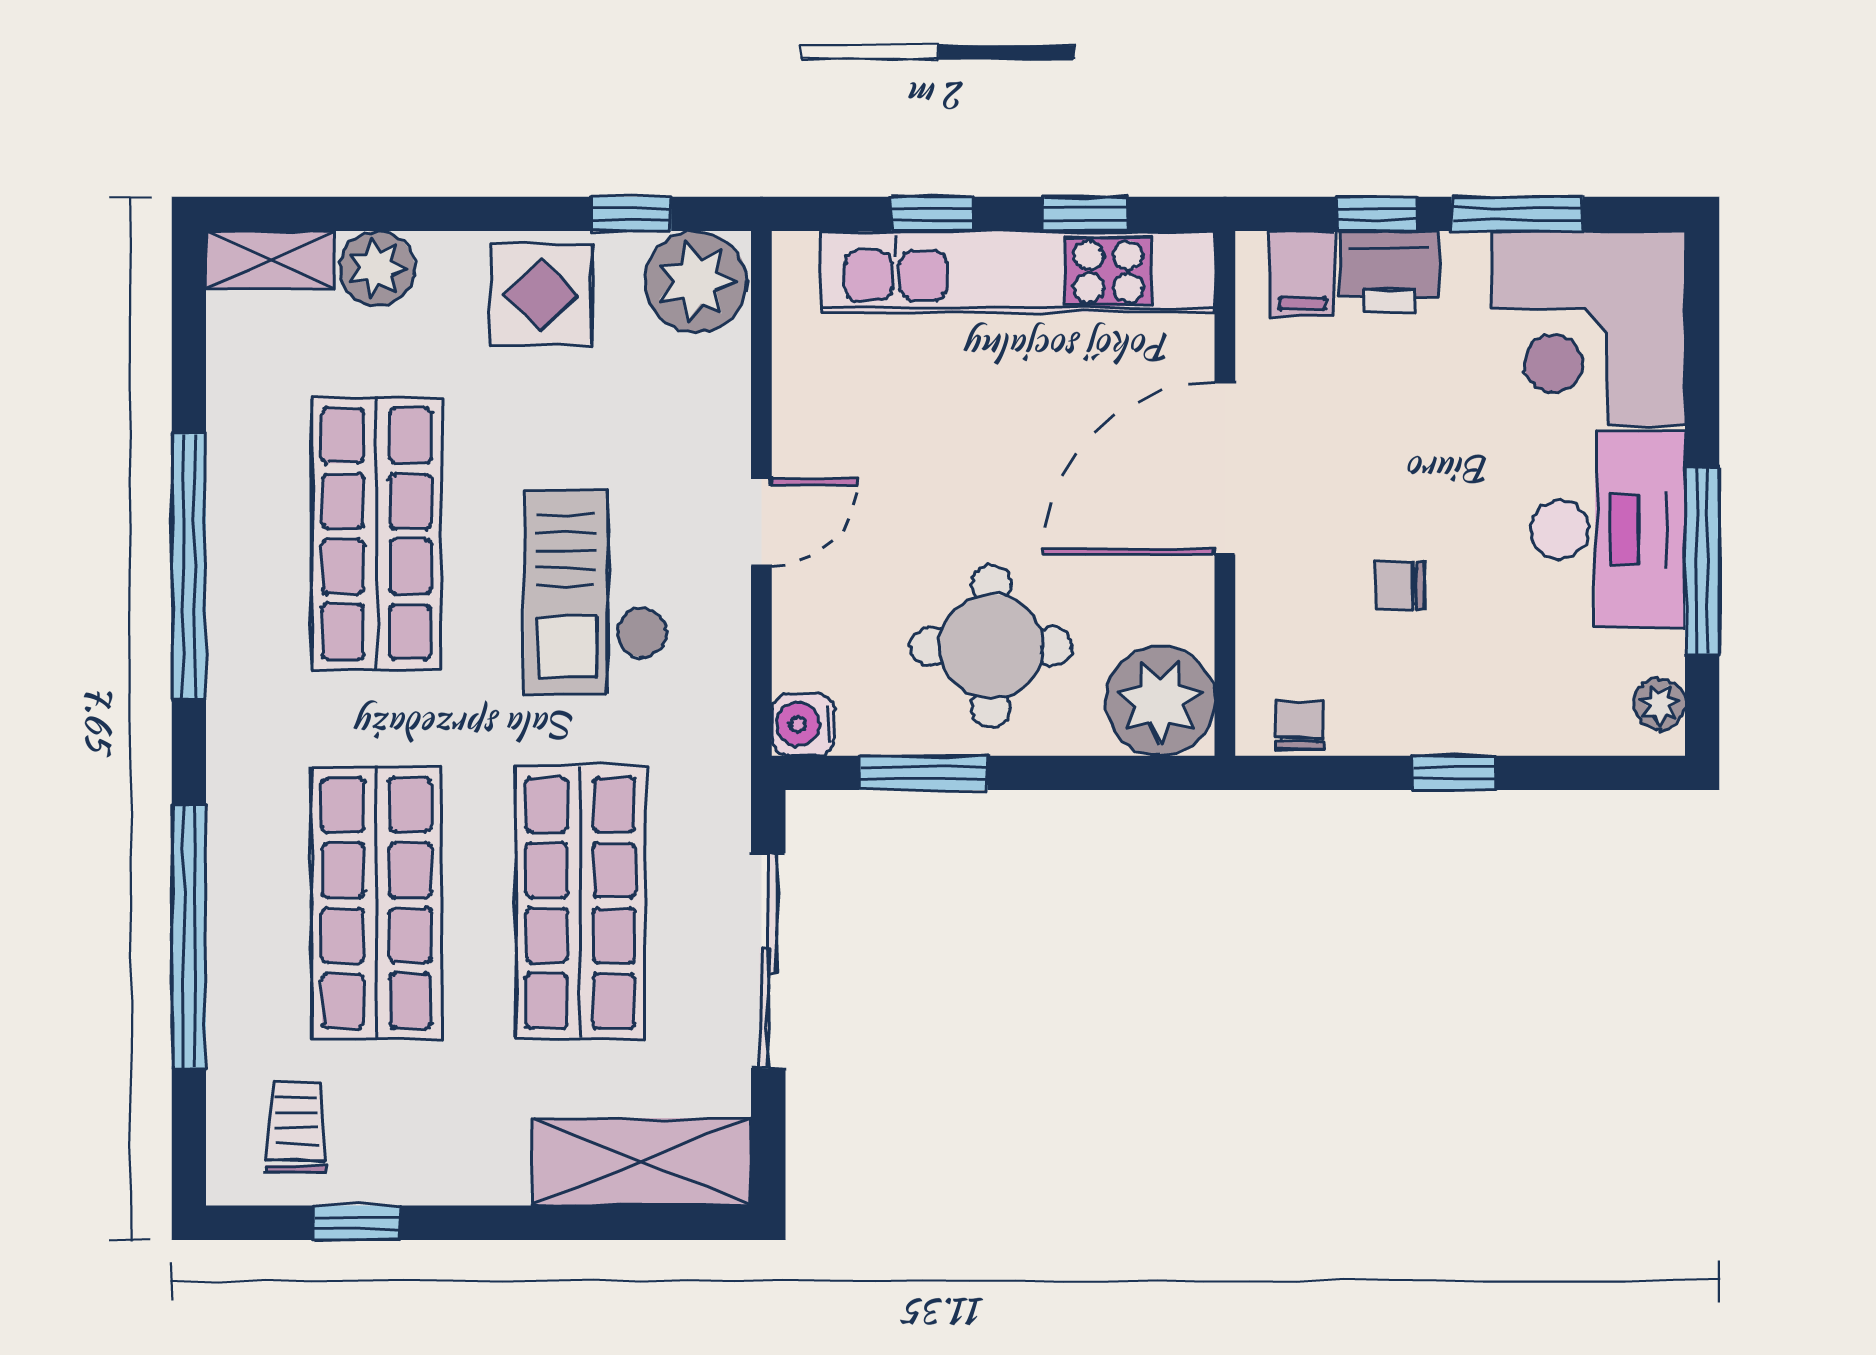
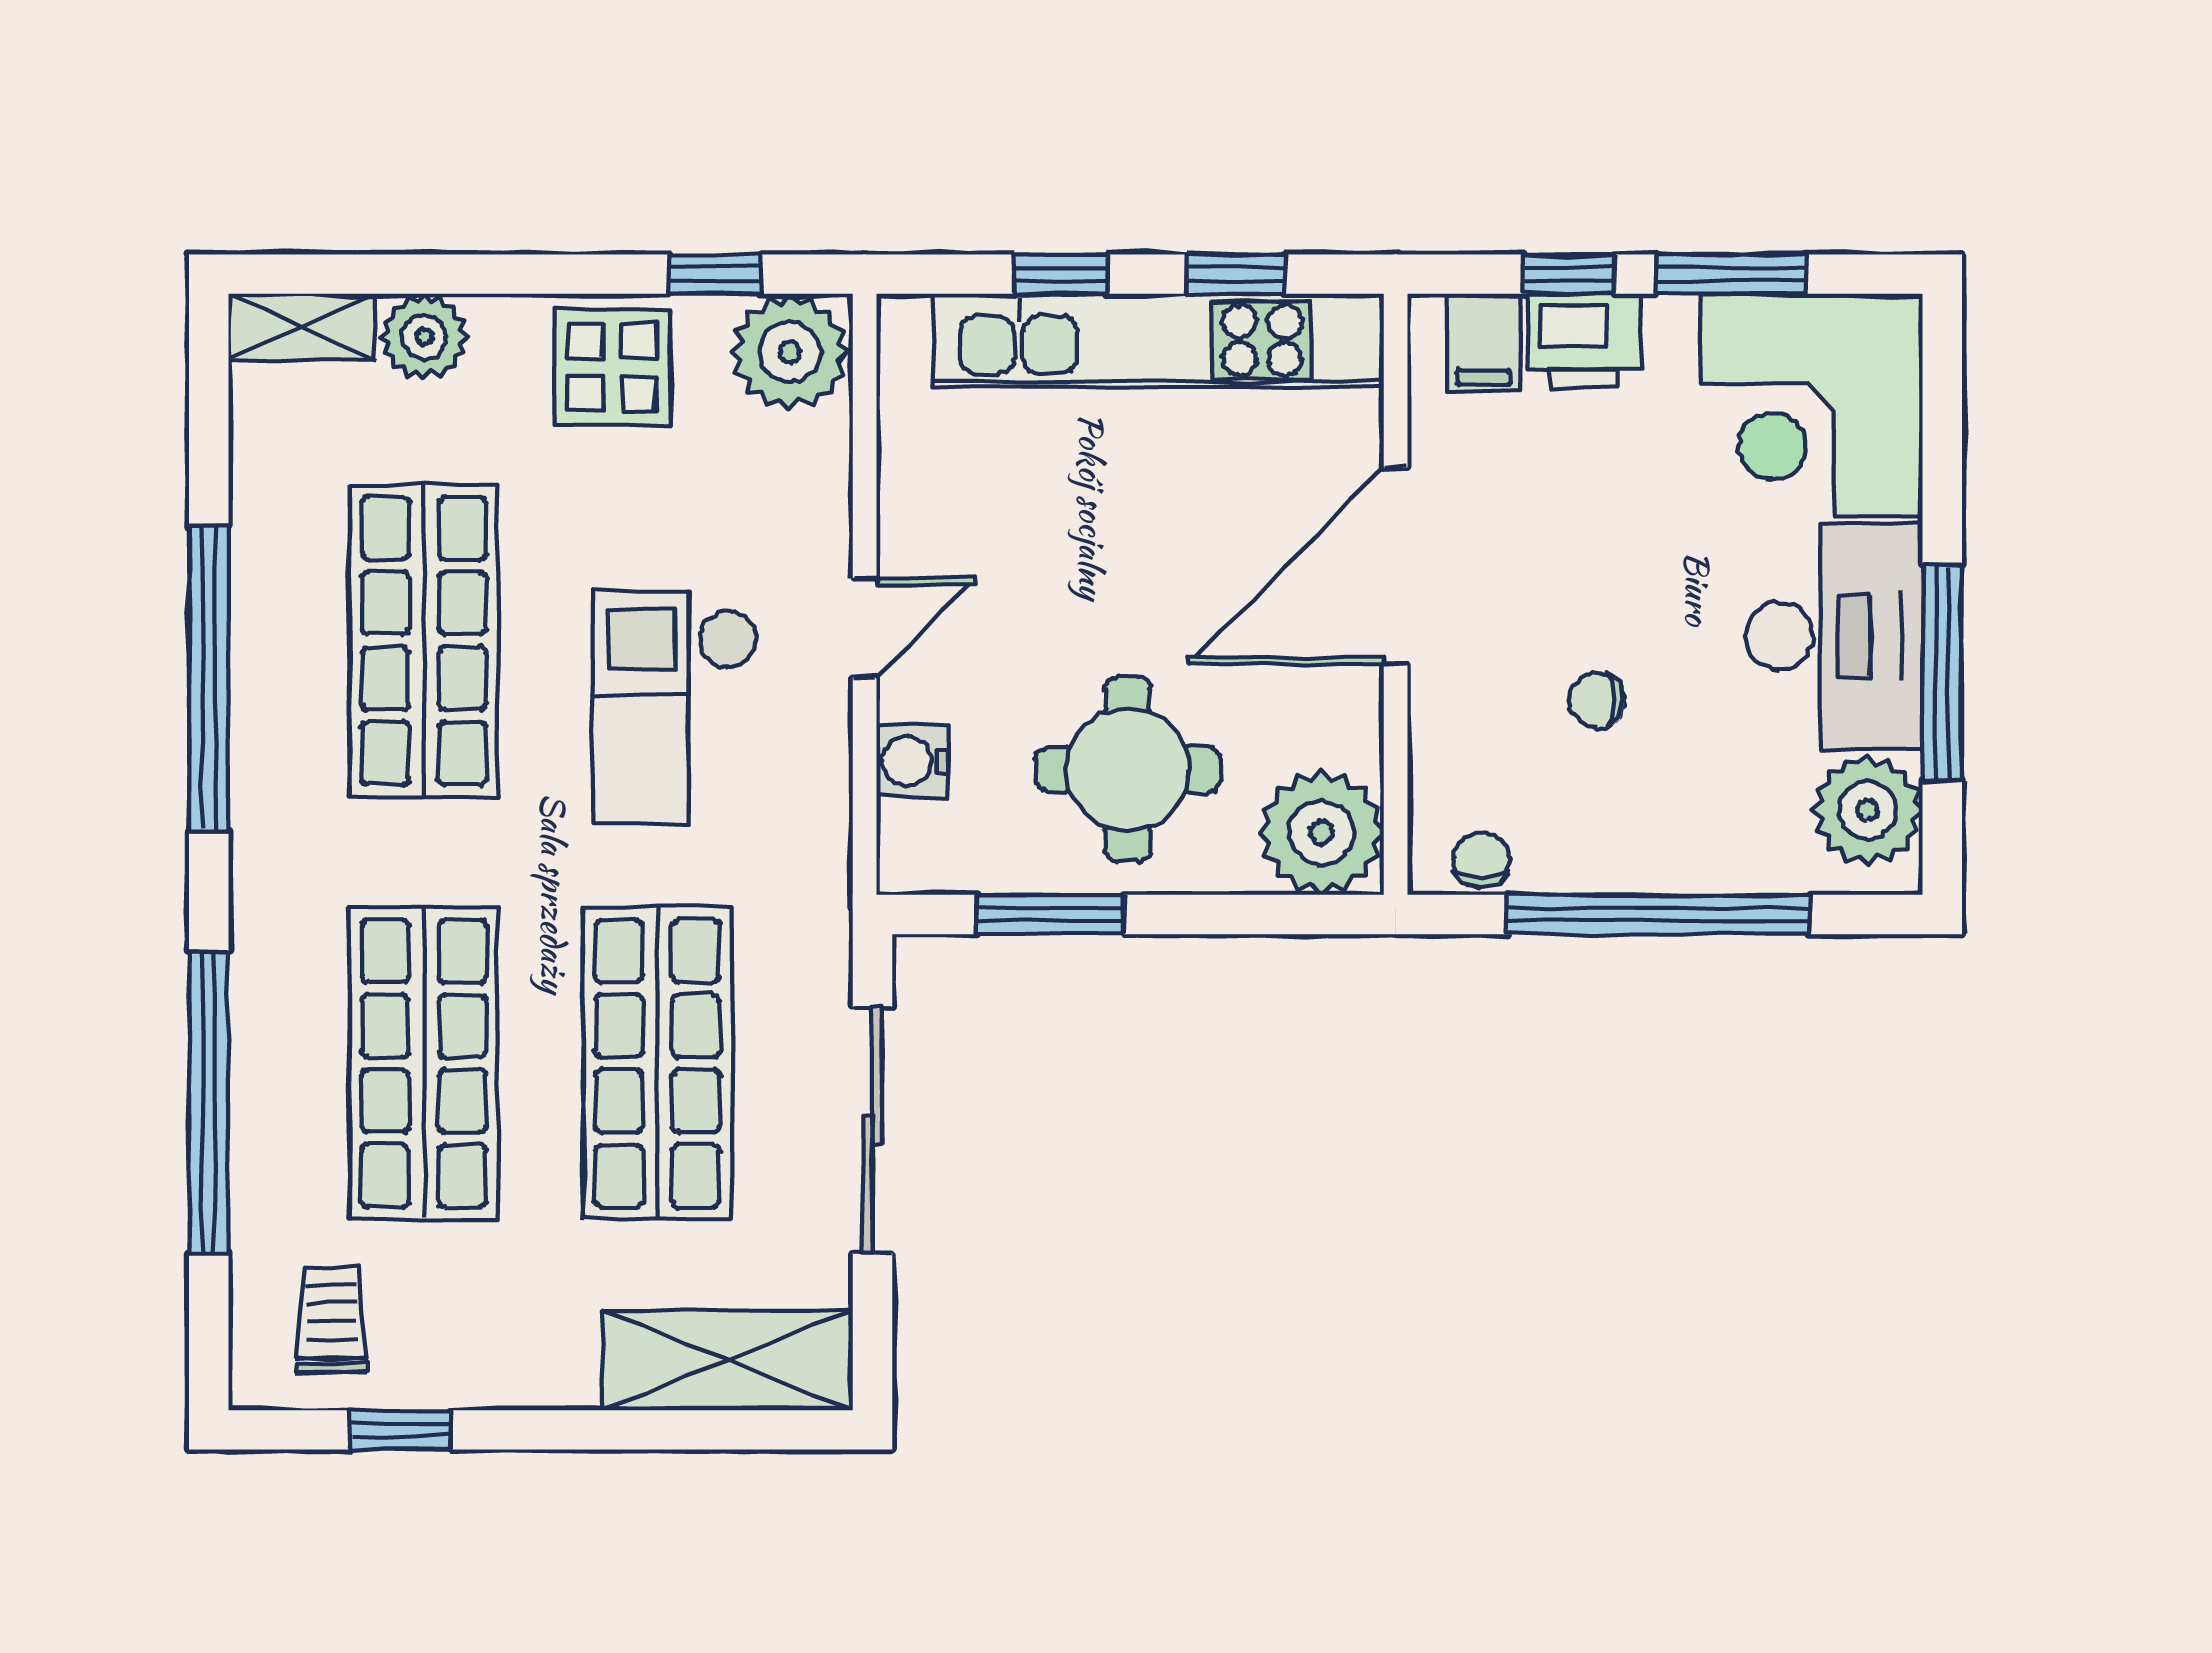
plant: (1659, 704) -> (1868, 810), width x1.88, depth x1.88
water cooler: (803, 724) -> (912, 761), moved
window: (1454, 773) -> (1658, 915), width x3.17

